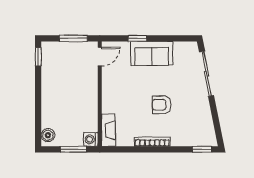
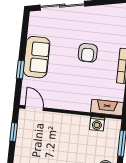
window: (73, 38) -> (14, 132), width x0.67
washing machine: (91, 139) -> (97, 124), moved

